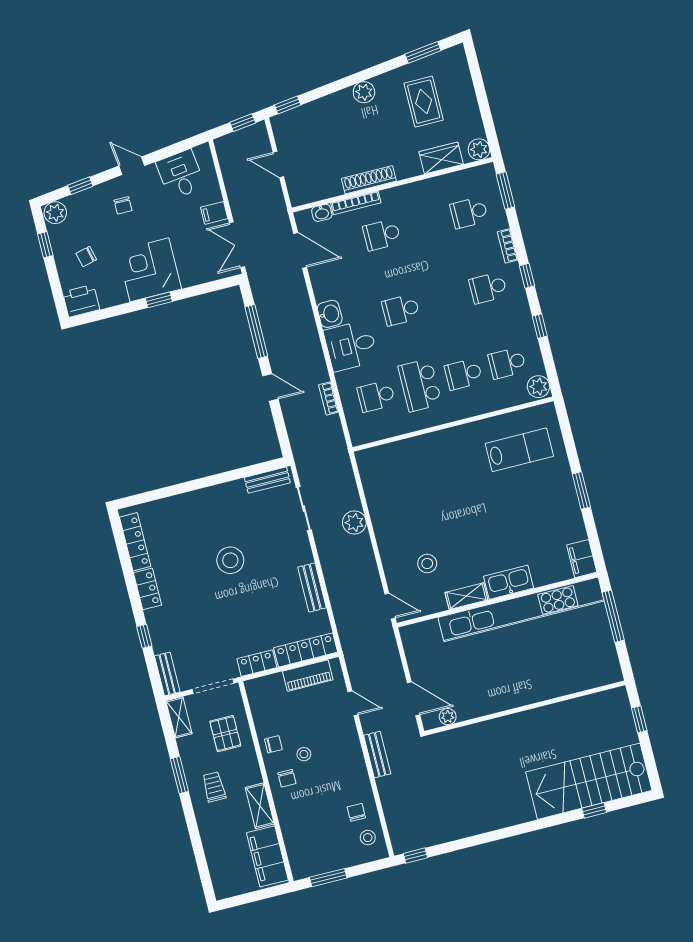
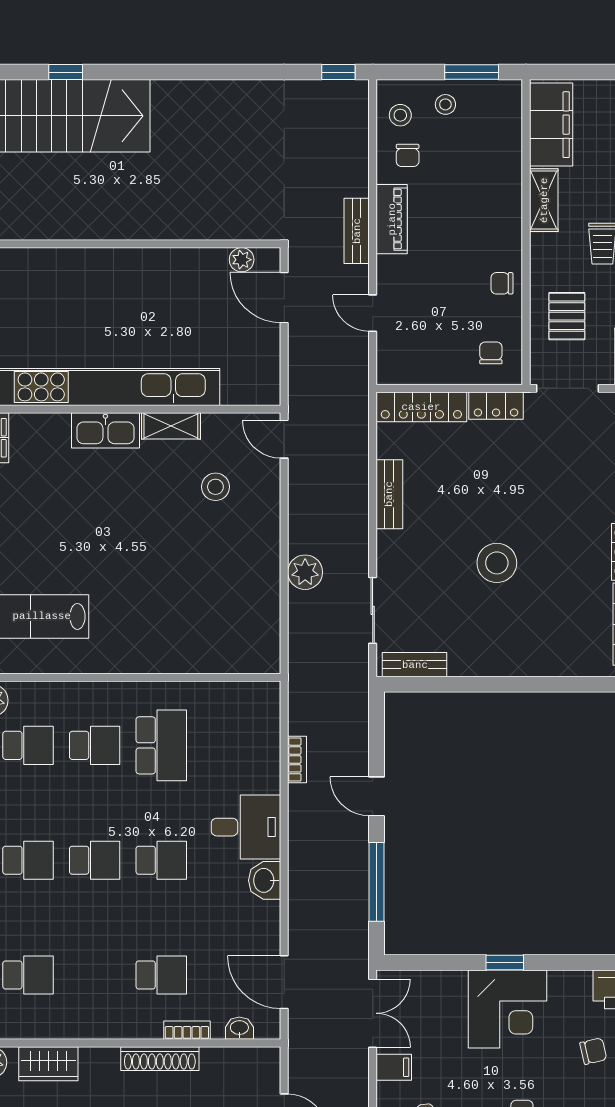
bookcase: (356, 203) -> (187, 1030), width x0.64
school desk: (376, 396) -> (95, 860), moved
piano: (308, 676) -> (392, 219), moved, turned 90
stool: (304, 754) -> (445, 104), moved
chair: (287, 778) -> (491, 353), moved

